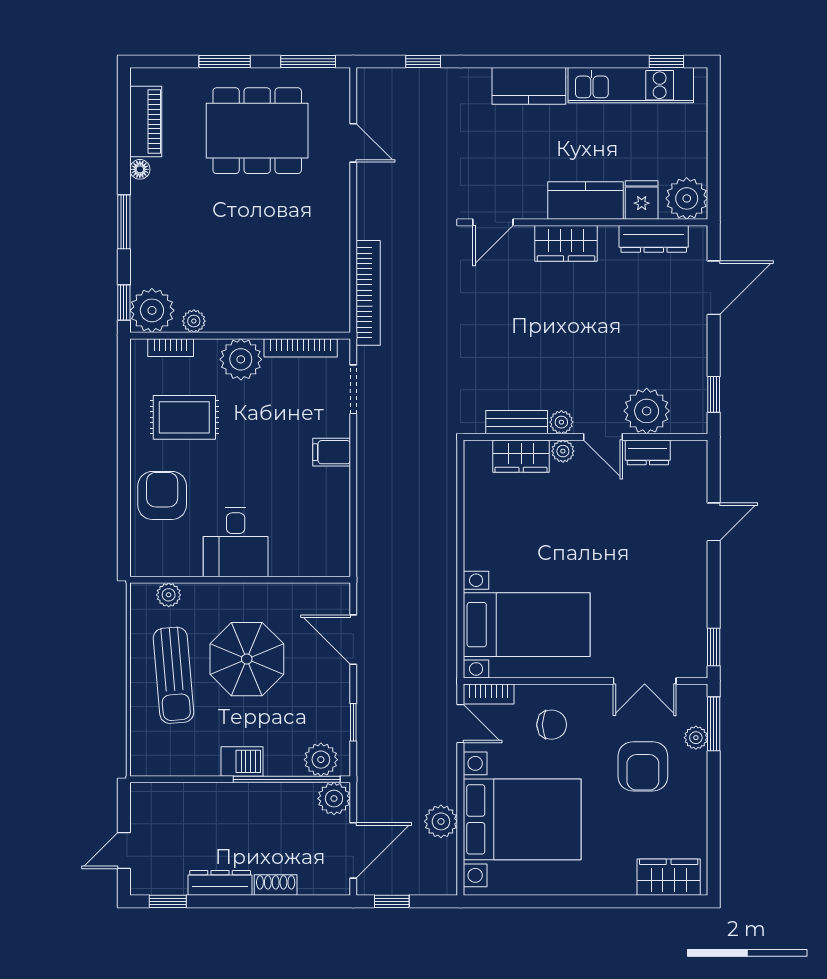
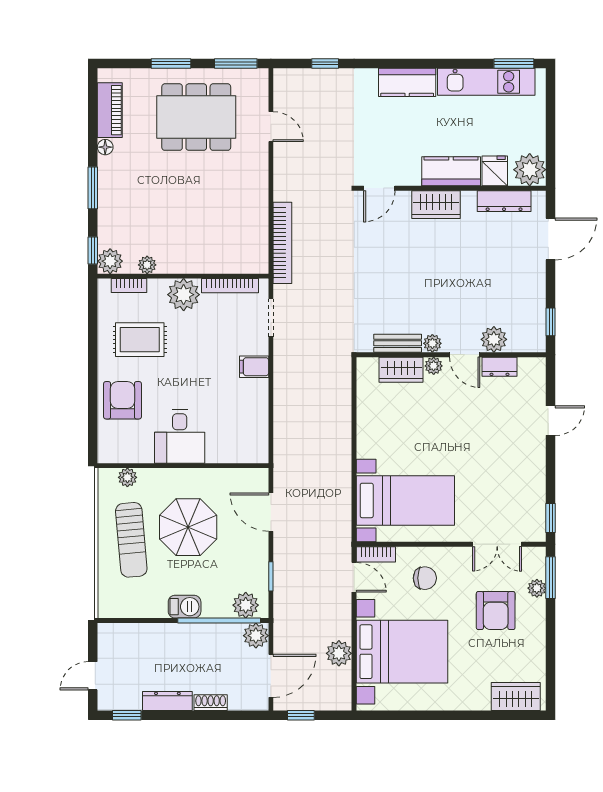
window: (666, 62) -> (514, 63), width x1.50
plant: (152, 310) -> (110, 261), width x0.73, depth x0.73
plant: (647, 411) -> (494, 339), width x0.73, depth x0.73

